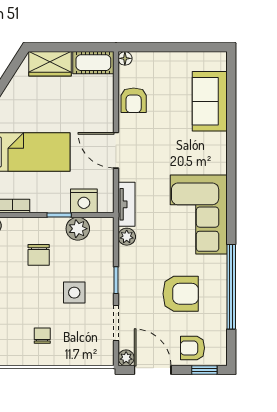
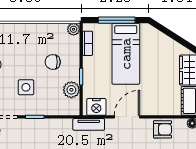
armchair: (134, 100) -> (163, 129), turned 180
nightstand: (84, 201) -> (96, 107), moved, turned -90
plant: (127, 237) -> (66, 125), removed

